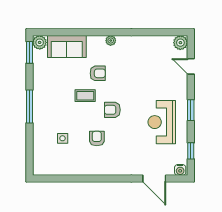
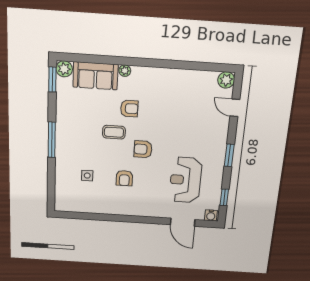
plant: (111, 41) -> (125, 71), moved
reception desk: (162, 122) -> (186, 180), moved
armchair: (97, 139) -> (124, 178), turned 180

